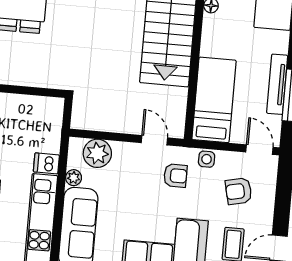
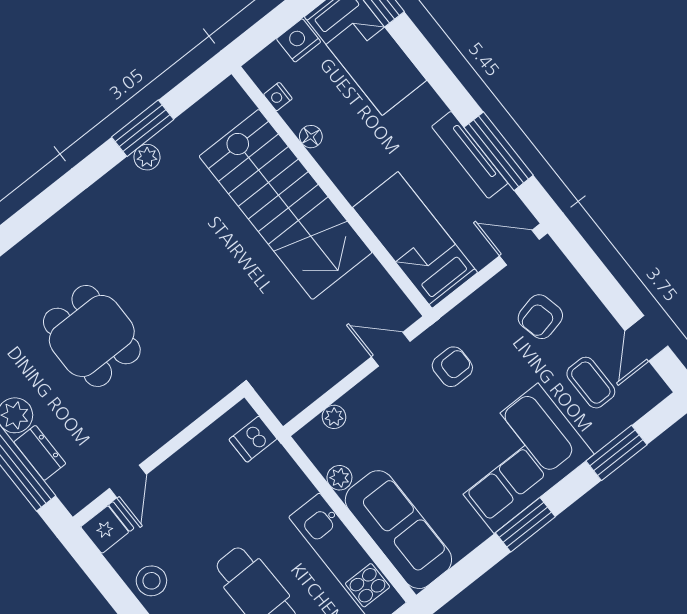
plant: (97, 153) -> (334, 417), width x0.53, depth x0.53
side table: (207, 159) -> (470, 315), removed
dishwasher: (46, 163) -> (253, 439), moved

